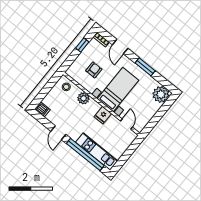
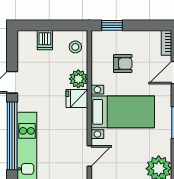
window: (82, 45) -> (112, 25), moved
dishwasher: (42, 109) -> (45, 40), moved
fridge: (103, 115) -> (77, 99), moved

